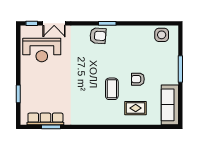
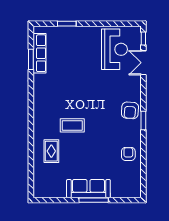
side table: (162, 35) -> (131, 180), removed
reception desk: (42, 50) -> (114, 49), turned 180
armchair: (138, 79) -> (128, 154), moved
sofa: (170, 105) -> (88, 189), moved

